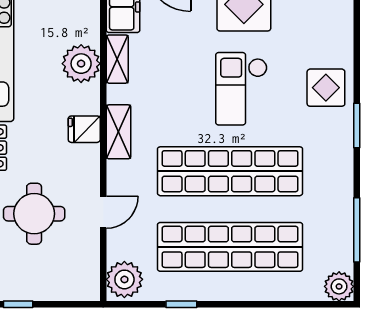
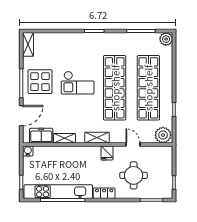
plant: (81, 64) -> (66, 154), removed
display table: (326, 88) -> (77, 45), removed
fridge: (84, 129) -> (107, 153), moved

